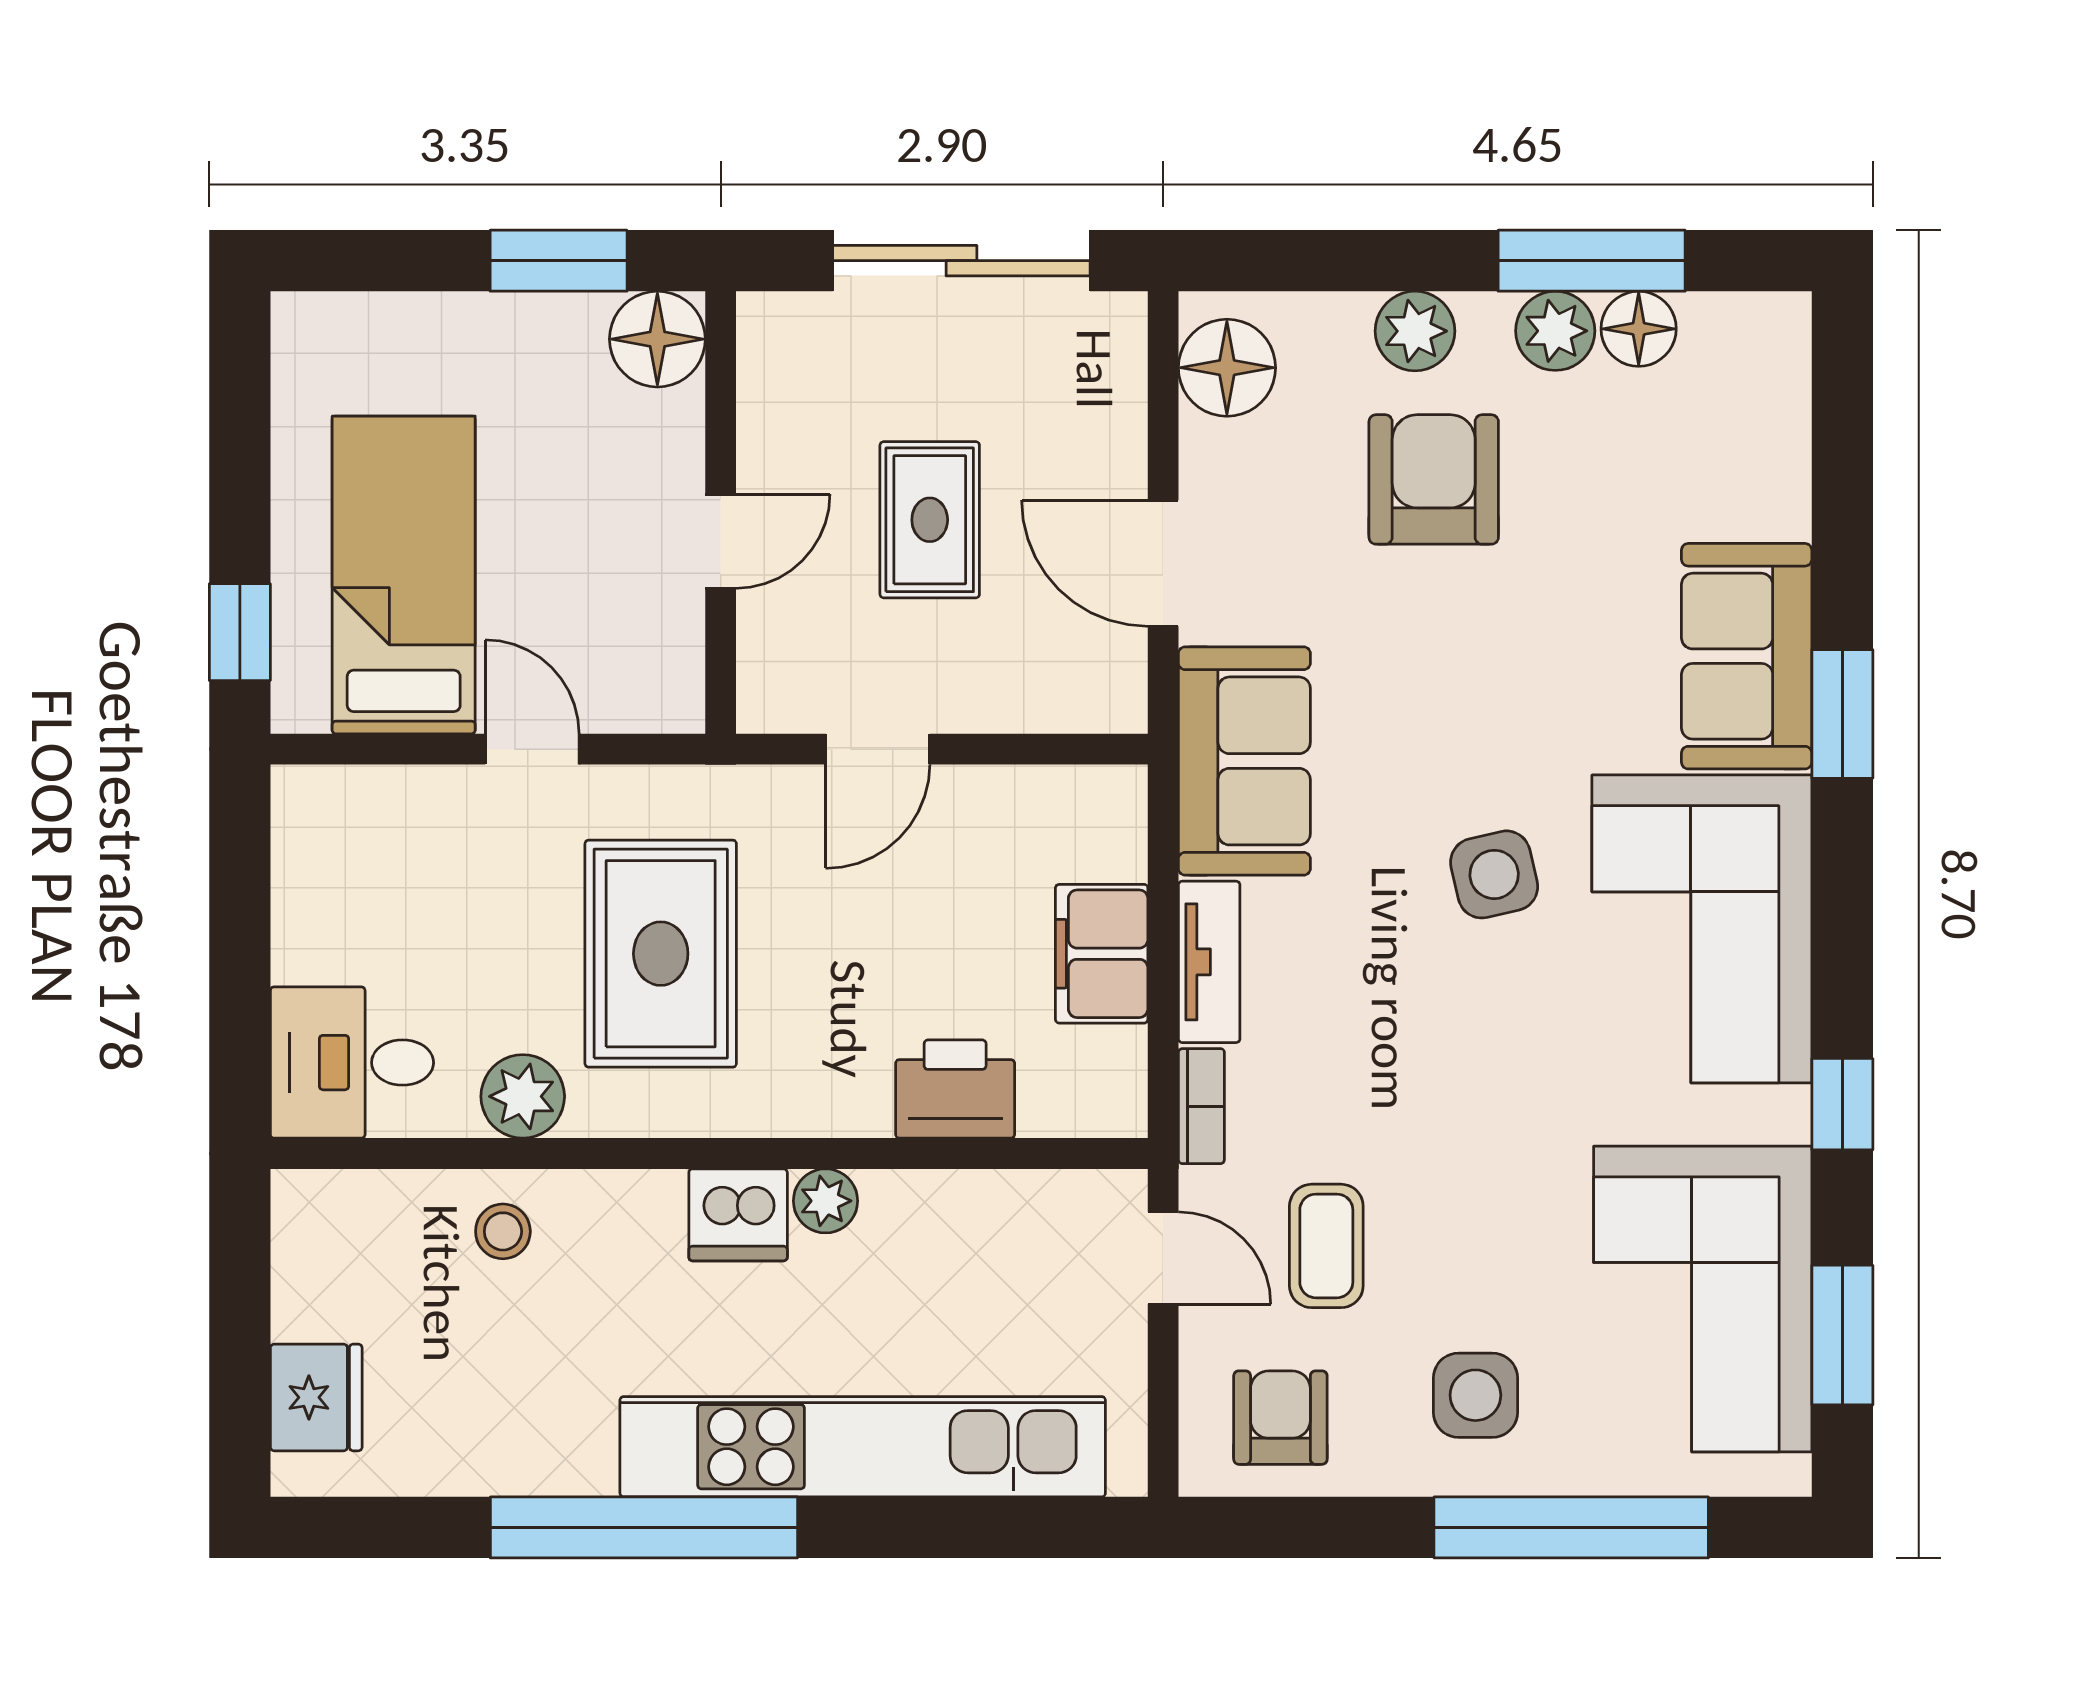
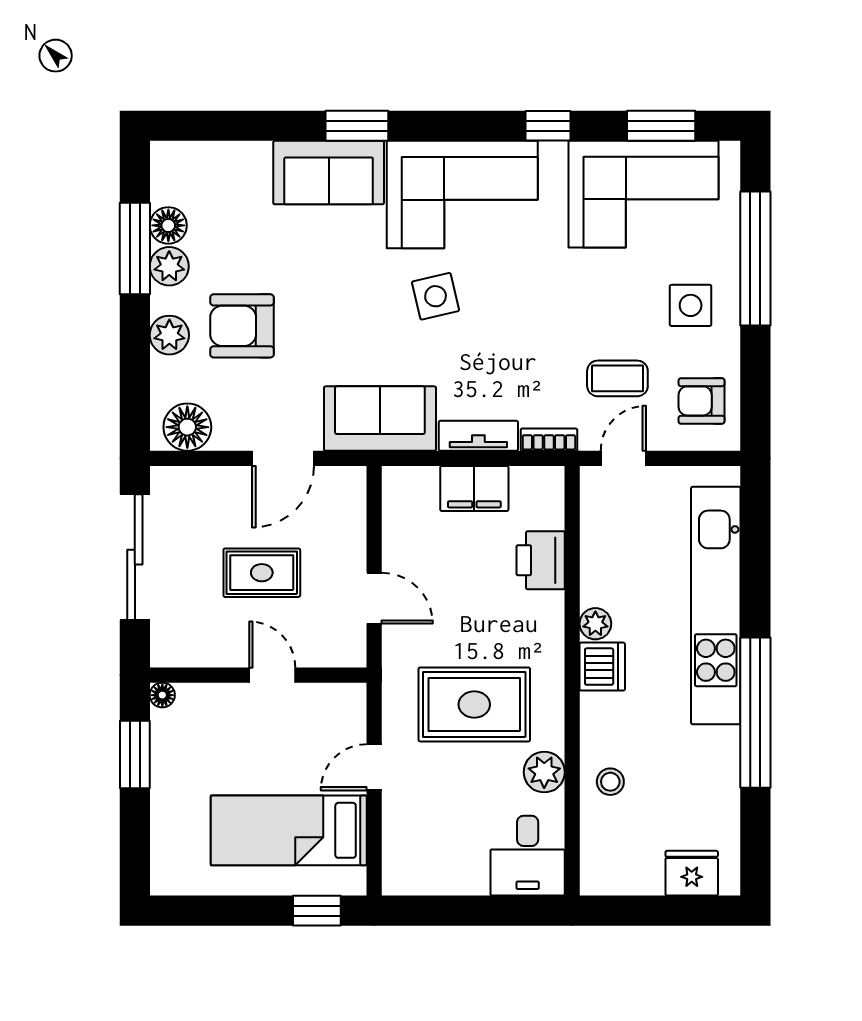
floor lamp: (657, 339) -> (162, 695), width x0.53, depth x0.53

